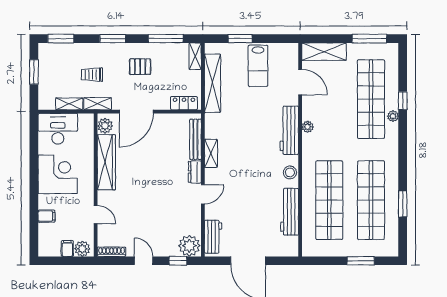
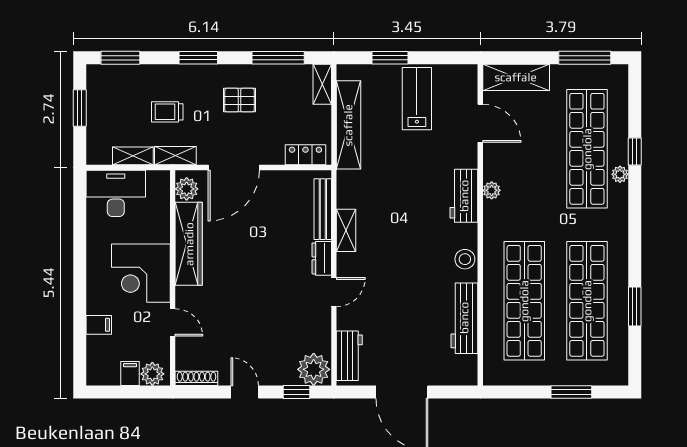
lab bench: (258, 66) -> (417, 99), turned 180
workbench: (289, 130) -> (464, 196), width x0.73
corner desk: (58, 174) -> (141, 273), moved, turned 180

